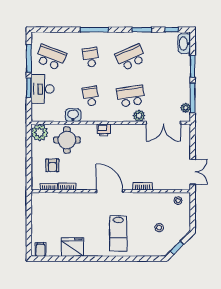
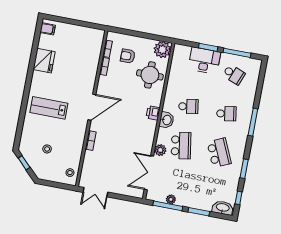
school desk: (51, 57) -> (234, 74), width x0.54
plant: (186, 108) -> (171, 199), moved
washbasin: (73, 115) -> (167, 120), moved

